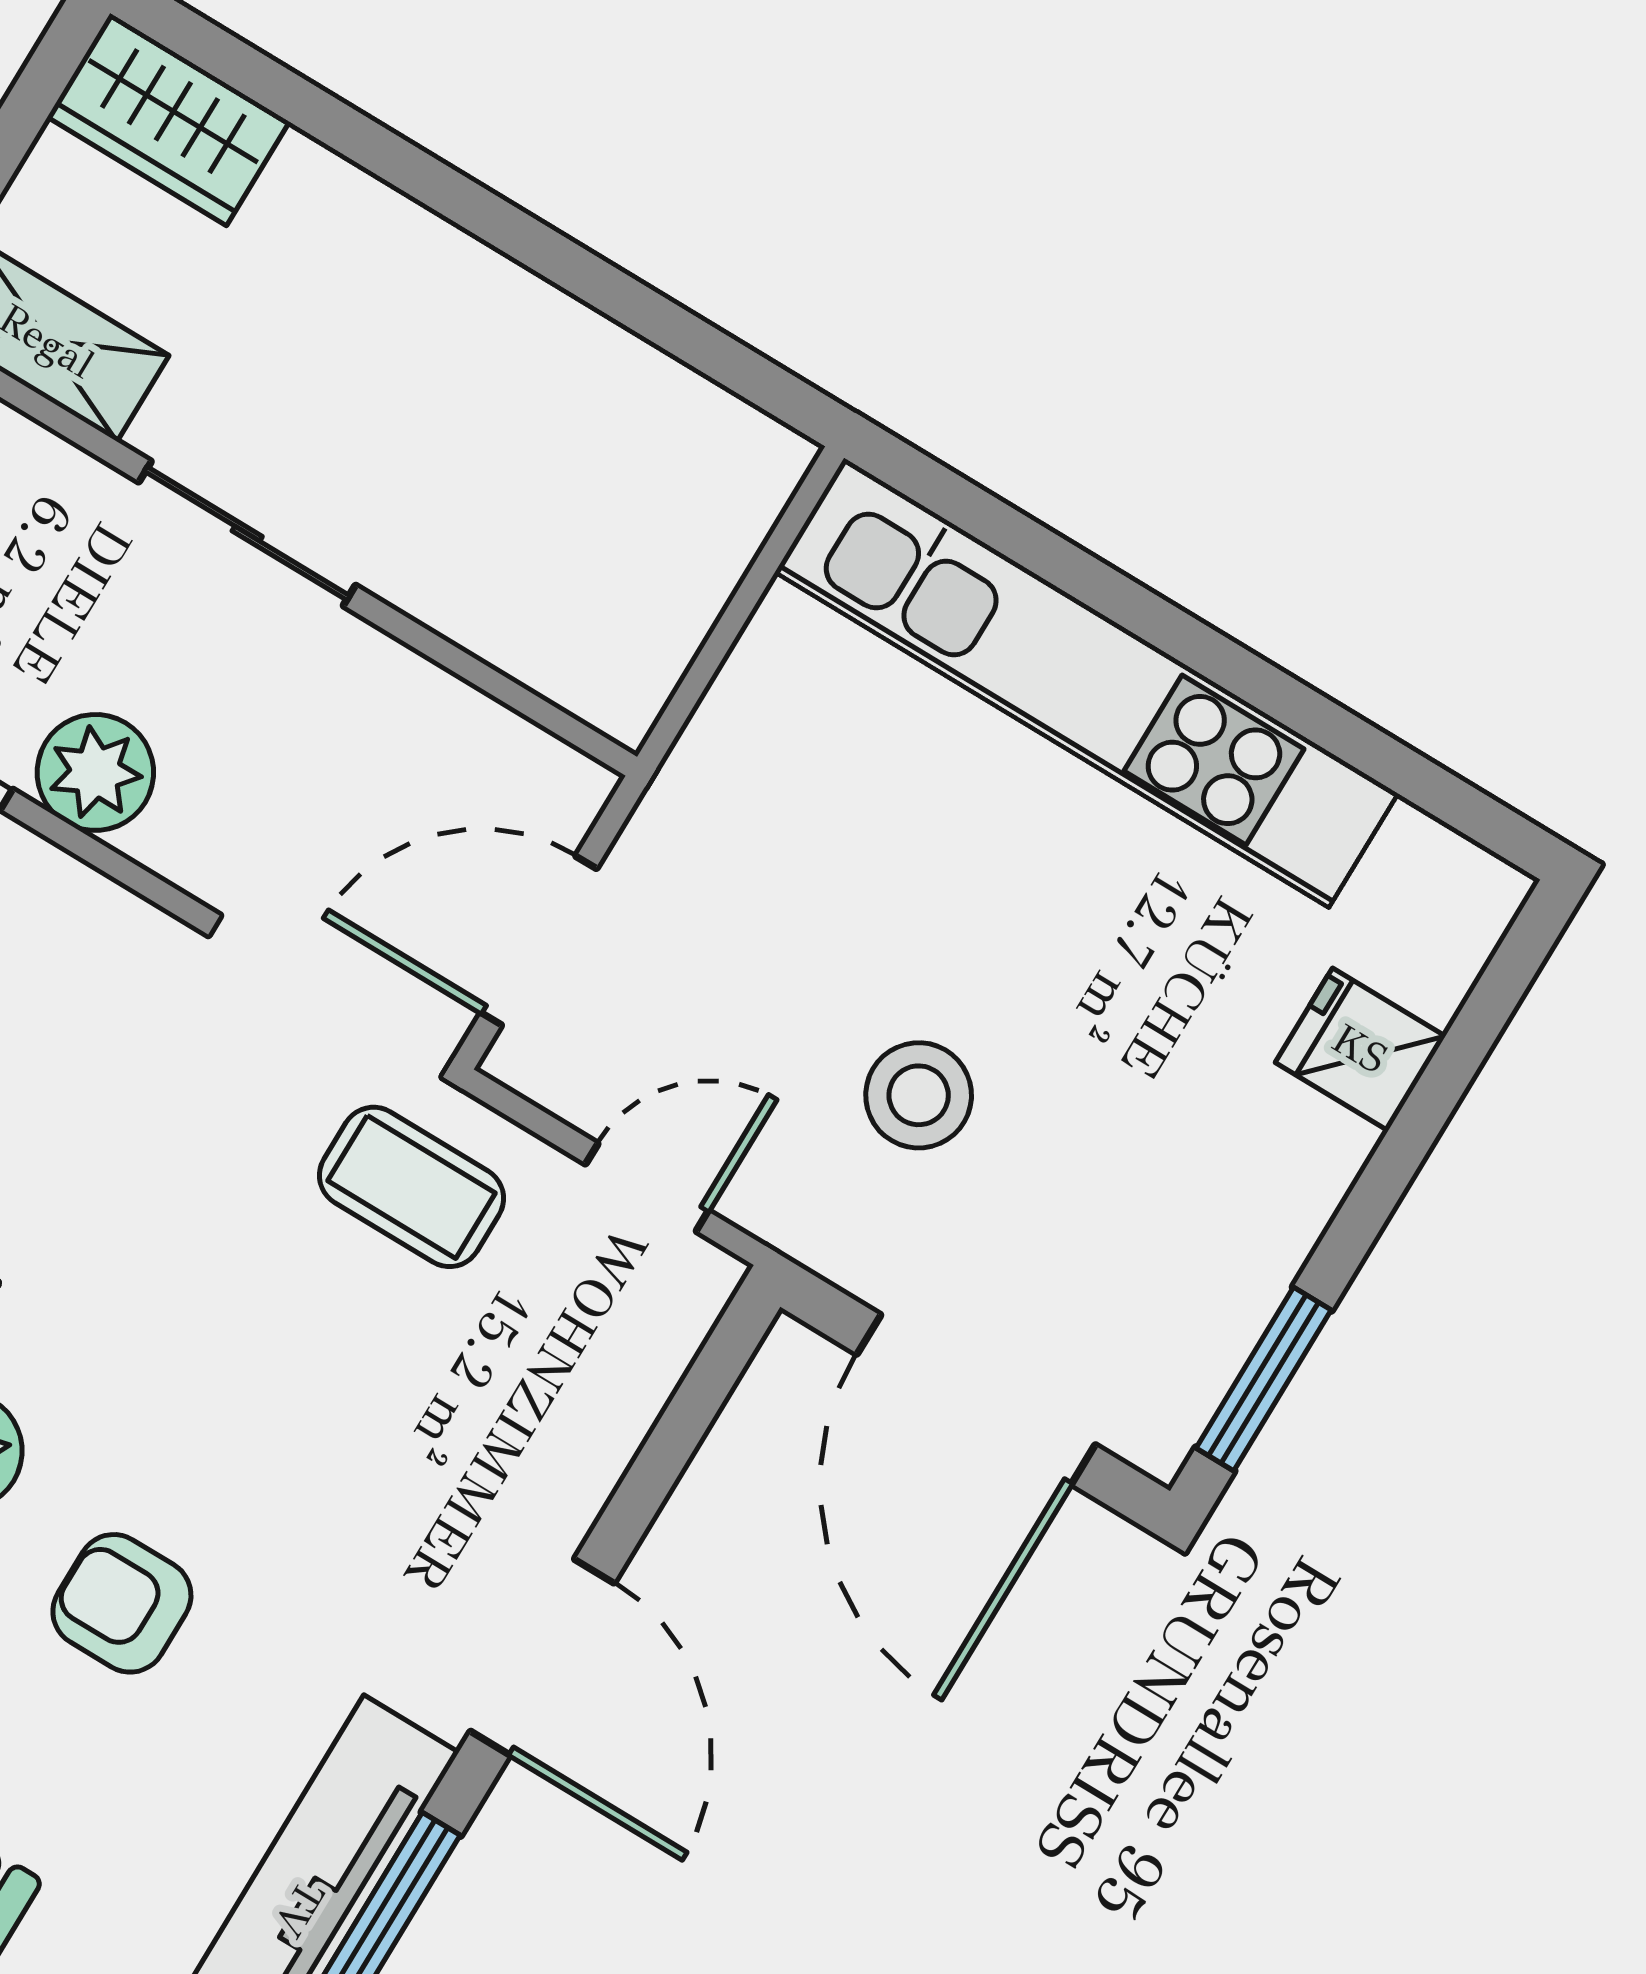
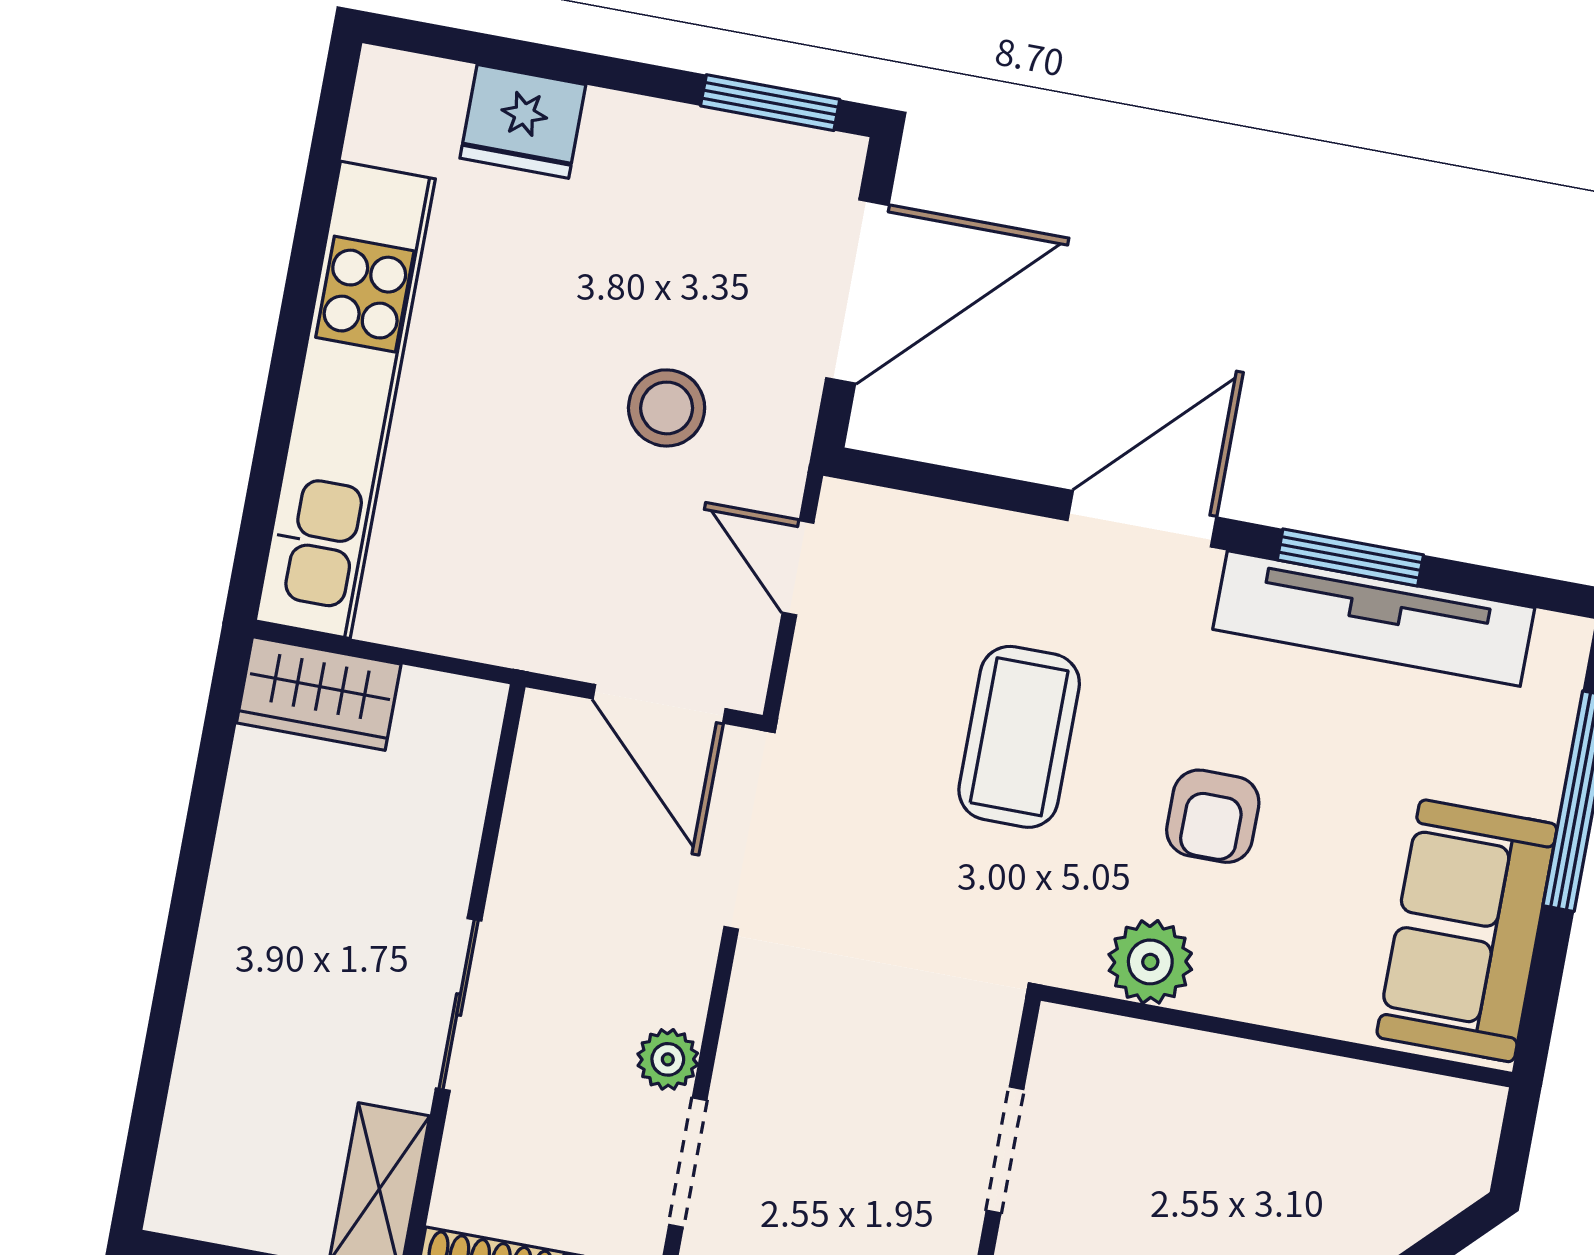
wardrobe: (168, 120) -> (319, 693), moved, turned 90
plant: (95, 772) -> (668, 1059), width x0.73, depth x0.73
fridge: (1360, 1049) -> (523, 121), width x1.38
coffee table: (411, 1187) -> (1019, 737), moved, width x1.36, depth x1.30

